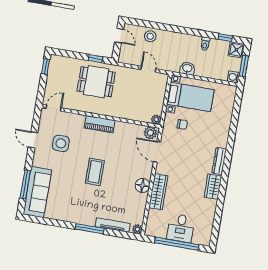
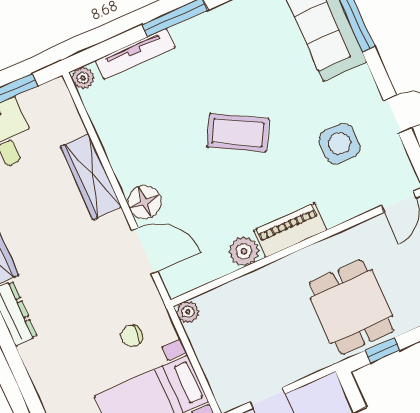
dining table: (96, 82) -> (351, 307), turned 90
plant: (150, 133) -> (244, 251), moved
coffee table: (95, 172) -> (238, 133), turned -61
floor lamp: (142, 185) -> (145, 202), moved

